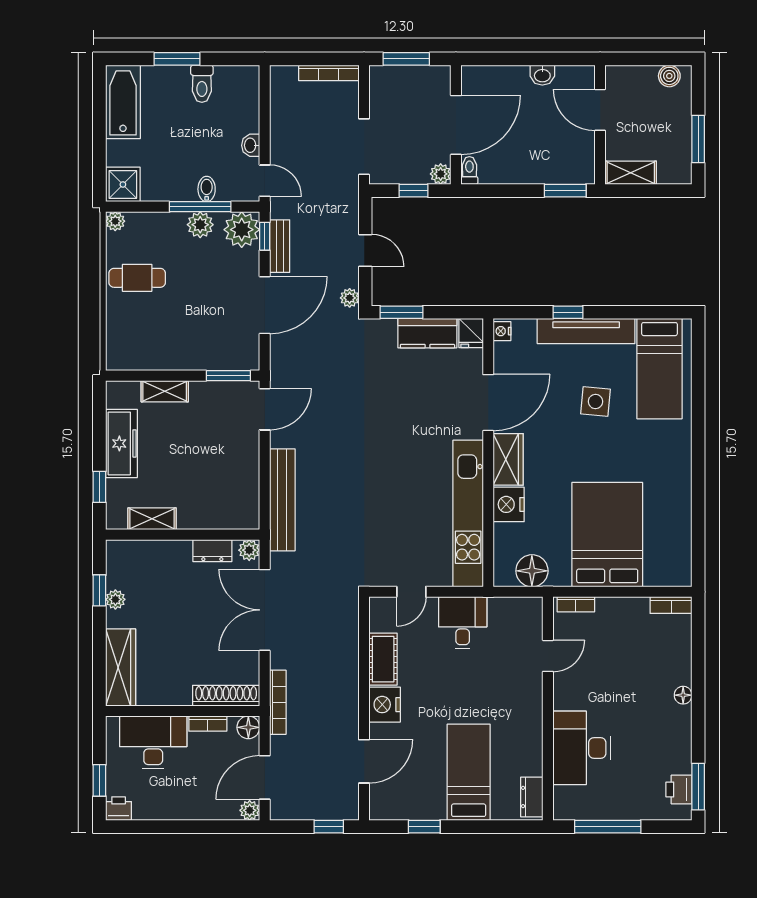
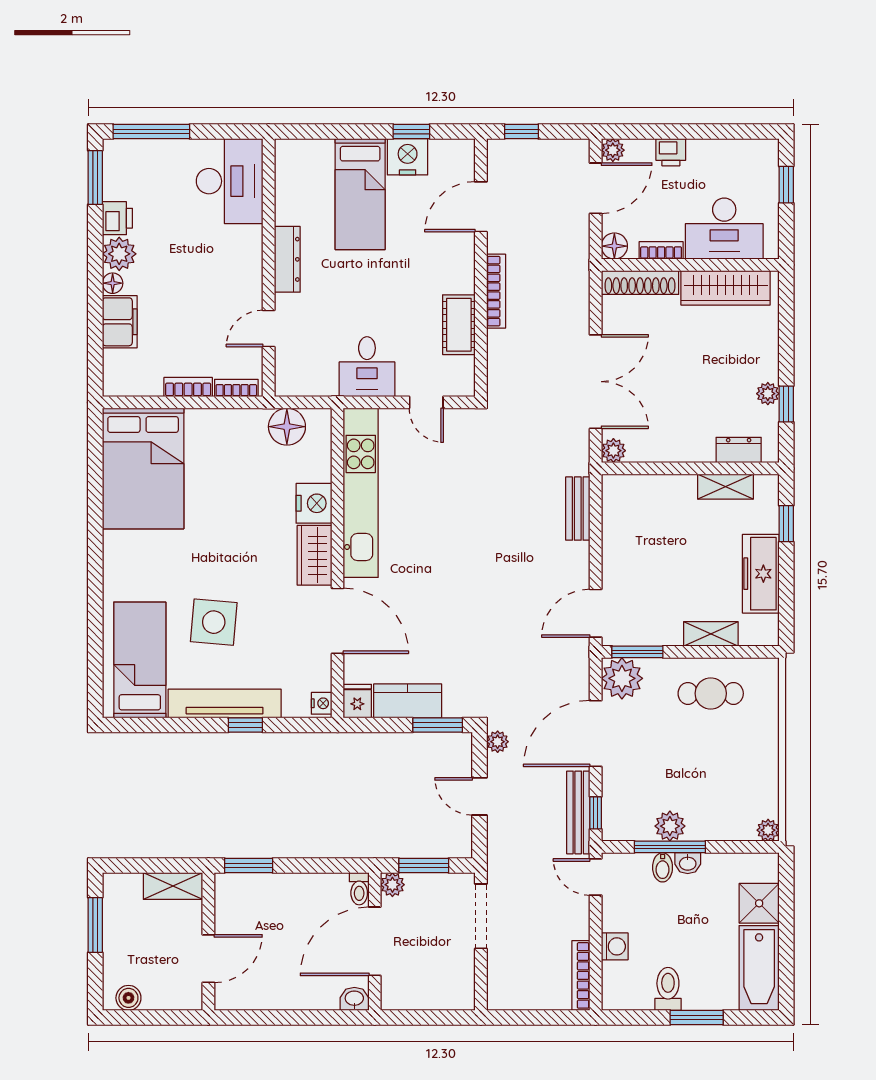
window: (406, 59) -> (432, 1018), removed
bookcase: (329, 73) -> (581, 975), moved, turned -90
washbasin: (542, 75) -> (354, 999), moved
door: (600, 110) -> (208, 959), hinge flipped
washing machine: (248, 121) -> (615, 946), added
washbasin: (251, 145) -> (688, 863), moved, turned 90
shower: (123, 184) -> (759, 903), moved
window: (413, 191) -> (424, 866), width x1.50
plant: (242, 230) -> (622, 678), moved
bench: (280, 246) -> (578, 812), width x1.36
cafe table: (137, 278) -> (711, 693), moved
side table: (595, 401) -> (214, 622), width x1.37, depth x1.37
door: (488, 403) -> (337, 621), swing flipped
bench: (282, 500) -> (578, 509), width x0.54, depth x0.82
bed: (607, 535) -> (143, 469), moved
dresser: (212, 551) -> (739, 450), moved
door: (411, 592) -> (426, 402), swing flipped
bookcase: (671, 605) -> (188, 387), moved
filing cabinet: (677, 662) -> (120, 322), added
wardrobe: (121, 667) -> (726, 288), moved, turned -90
bookcase: (278, 702) -> (496, 291), moved, turned 180
nightstand: (385, 705) -> (408, 157), moved, turned -90
plant: (677, 721) -> (119, 254), added
desk: (582, 748) -> (230, 181), moved
printer: (679, 789) -> (117, 218), moved
dresser: (532, 797) -> (287, 259), moved, width x1.44
printer: (119, 809) -> (671, 152), moved
window: (608, 827) -> (151, 132), moved

